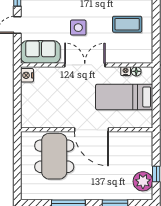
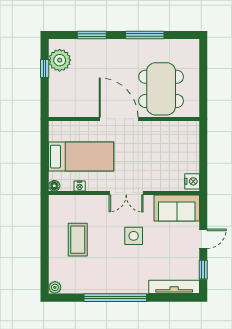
coffee table: (127, 24) -> (78, 240), turned 90
double door: (85, 65) -> (126, 193), width x0.73
floor lamp: (136, 71) -> (54, 186), moved

